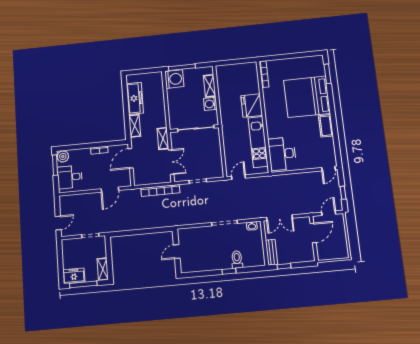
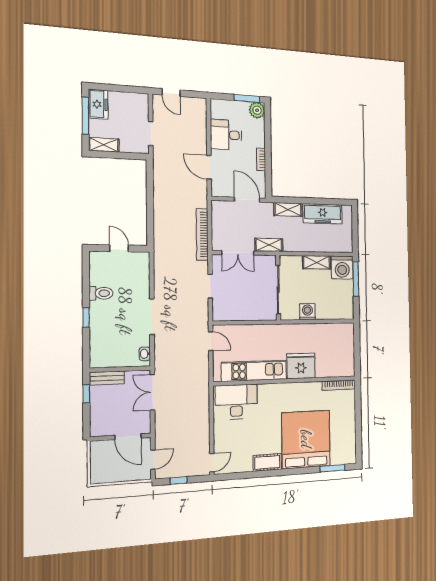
shelving: (210, 86) -> (317, 262), moved
door: (328, 169) -> (212, 463), swing flipped
desk: (70, 177) -> (226, 135), moved, turned -90
door: (329, 213) -> (153, 460), hinge flipped
toilet: (237, 259) -> (101, 293), moved

